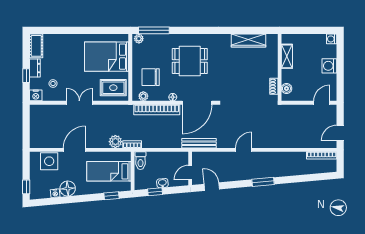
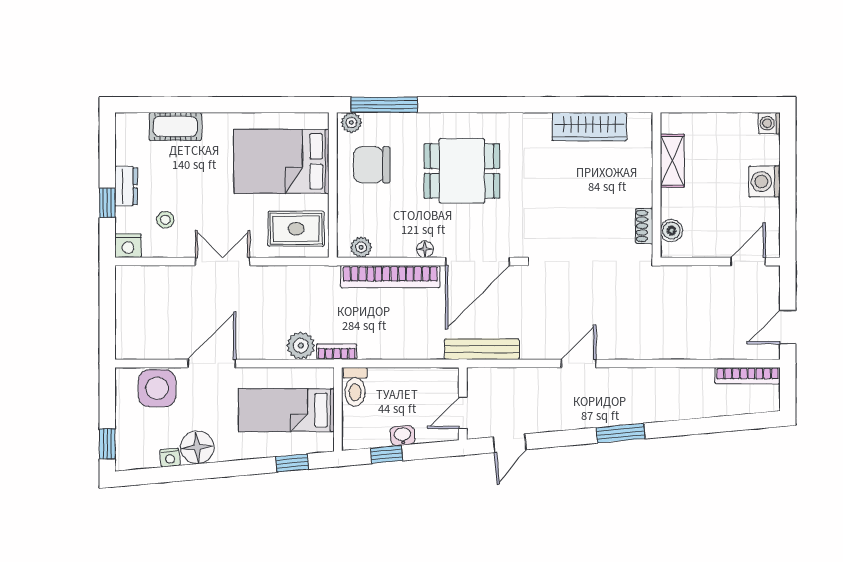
cot: (36, 46) -> (175, 126), moved, turned 90
chair: (151, 77) -> (372, 165), moved
door: (212, 187) -> (510, 443), swing flipped

